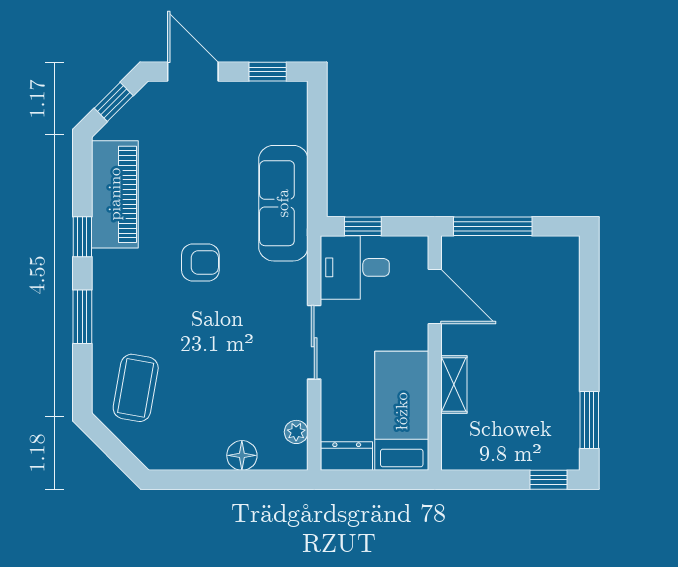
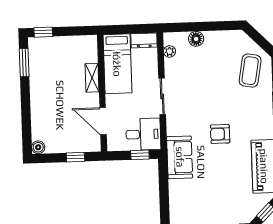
sofa: (283, 203) -> (180, 157), width x0.73
window: (493, 226) -> (75, 157), width x0.46
boiler: (567, 249) -> (38, 147), added

